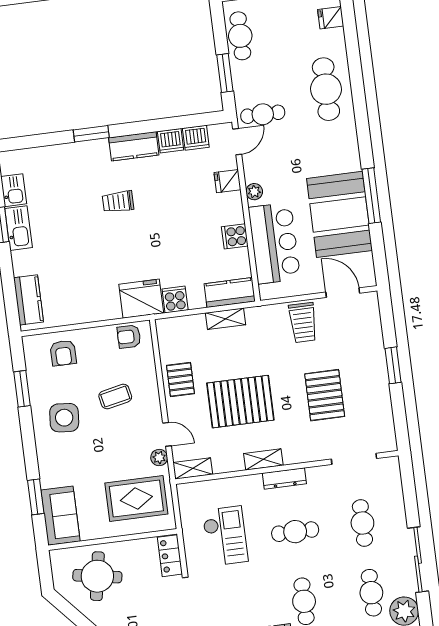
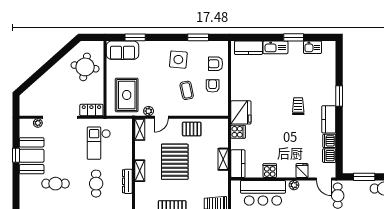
kitchen sink: (19, 228) -> (275, 47), moved
armchair: (129, 337) -> (213, 86), moved
checkout: (225, 536) -> (99, 143), turned 90

